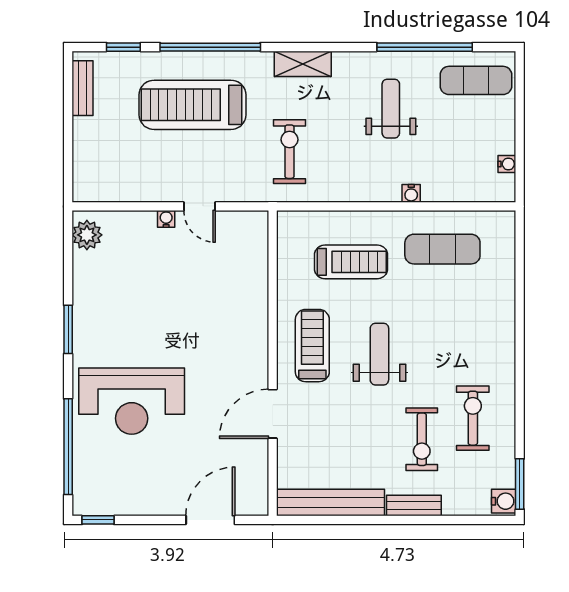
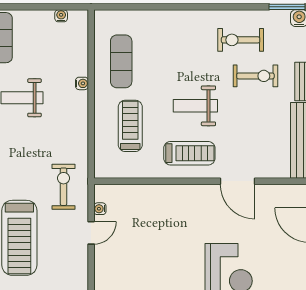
exercise bike: (289, 152) -> (63, 187), moved, turned 90
water cooler: (166, 219) -> (100, 209), moved
treadmill: (312, 346) -> (189, 153), turned 180

